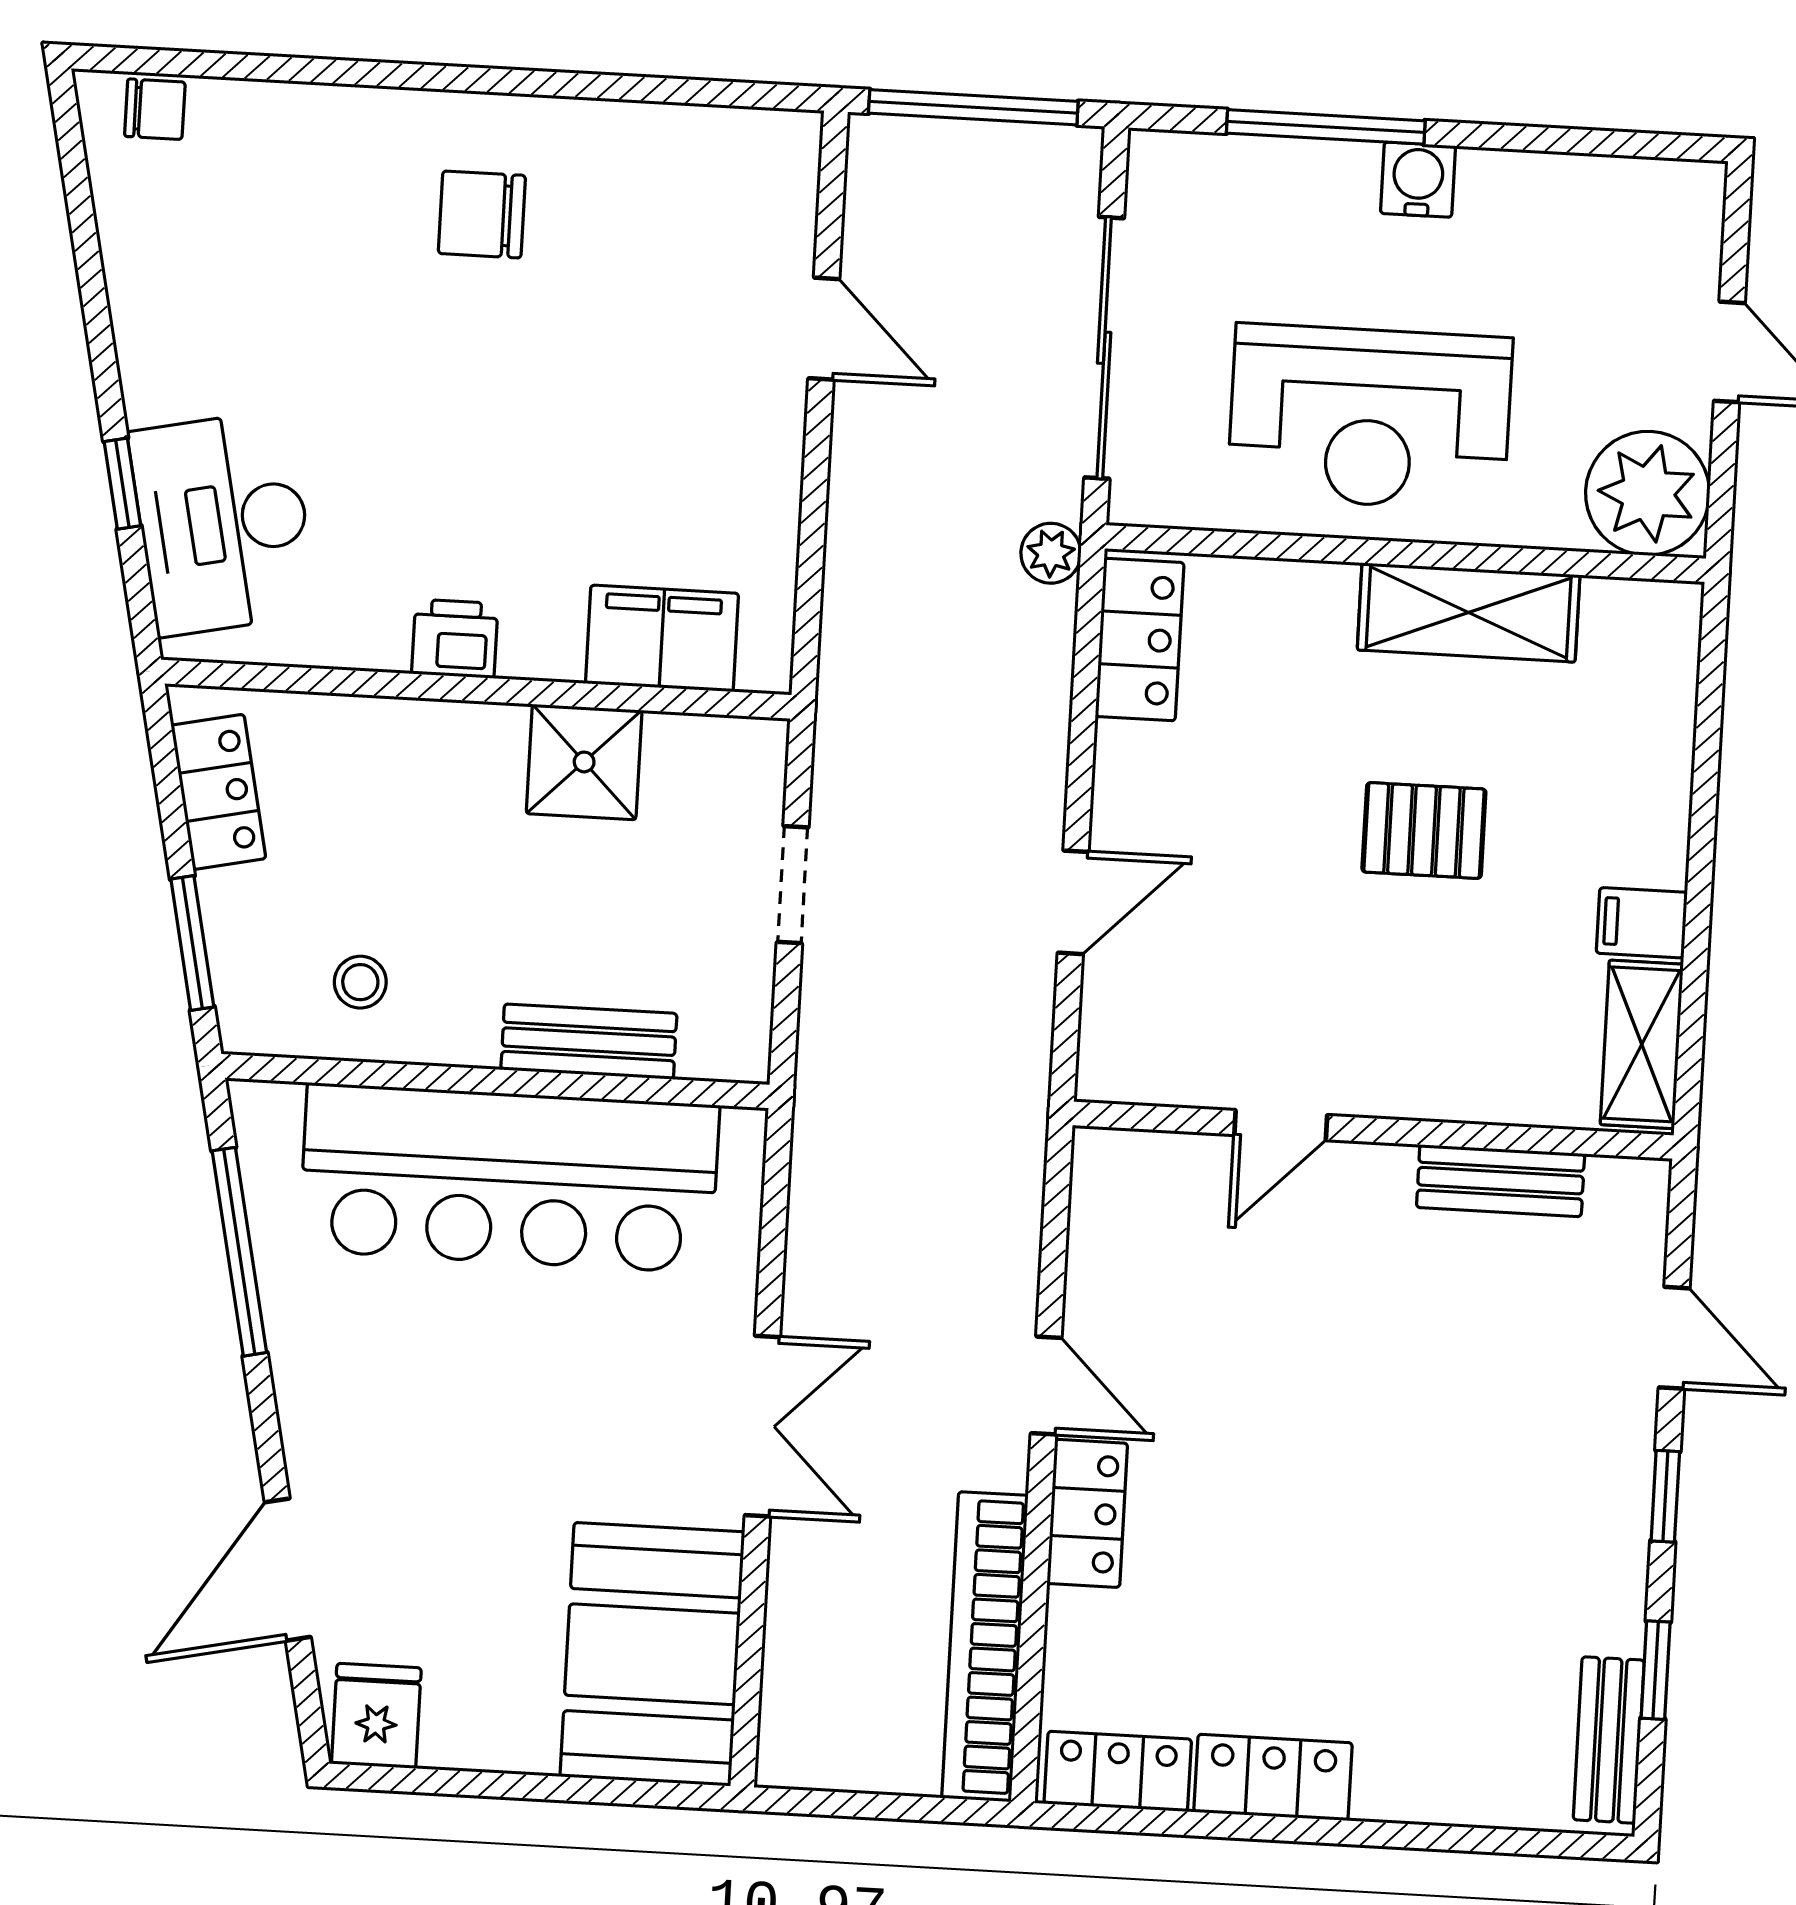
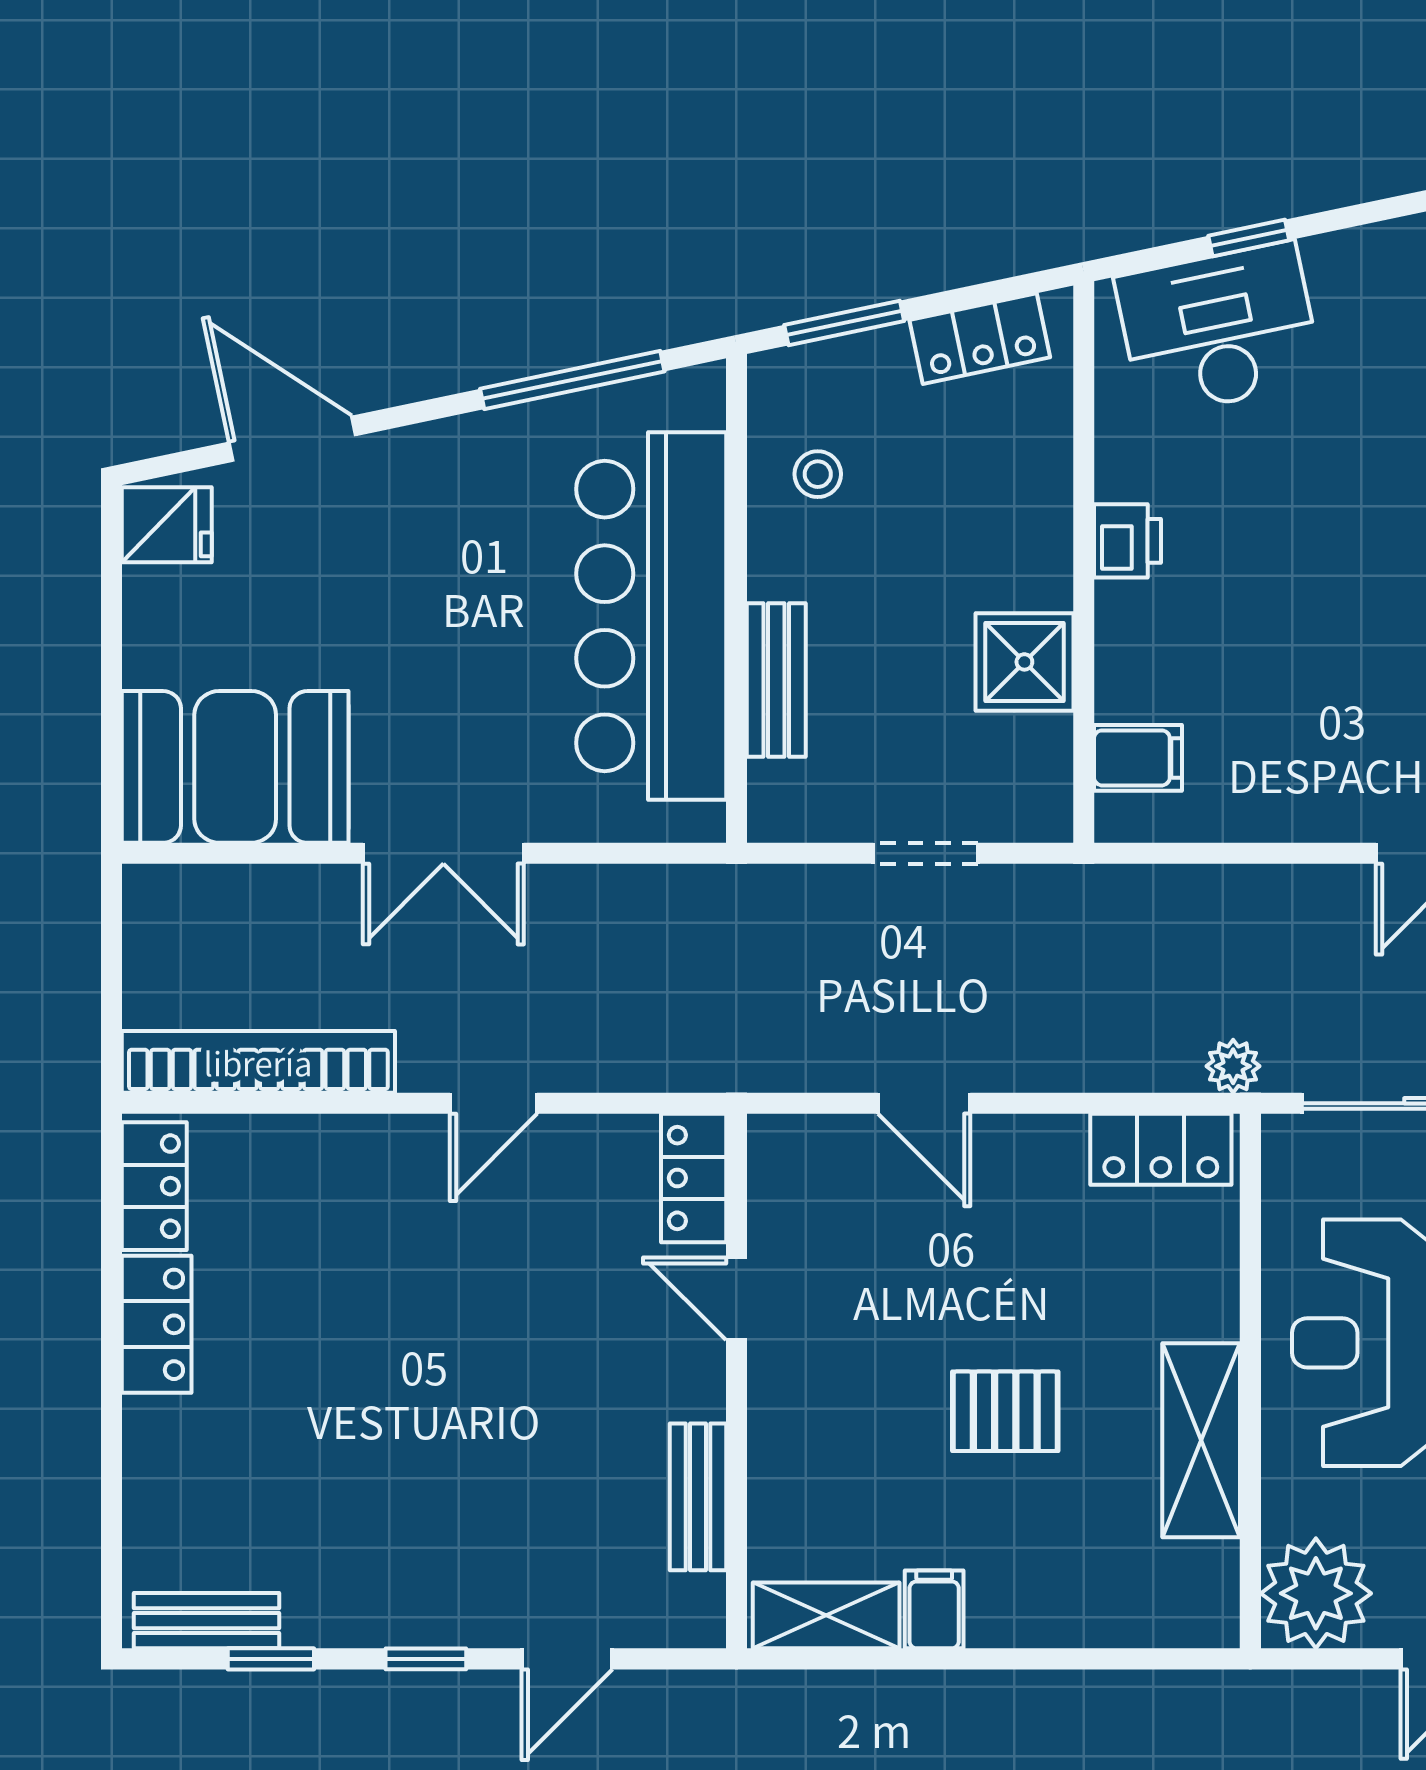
filing cabinet: (662, 638) -> (1138, 758), width x0.50
pallet: (1424, 831) -> (1005, 1411), turned 90
locker: (1087, 1513) -> (694, 1178), moved, turned 90

